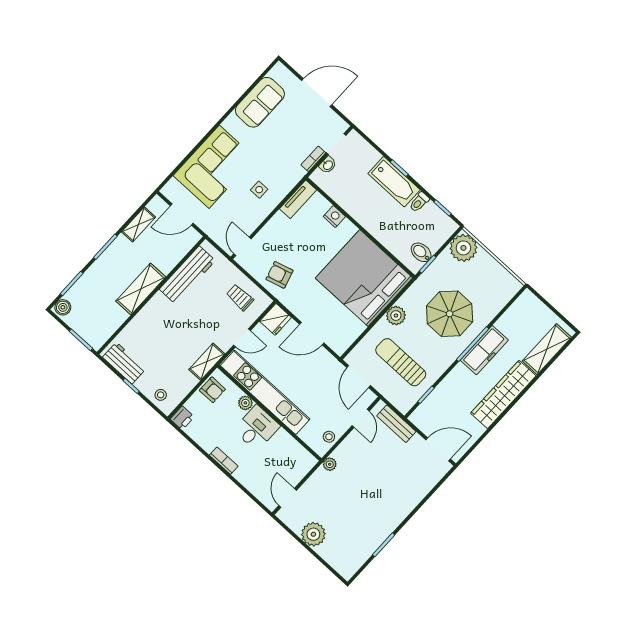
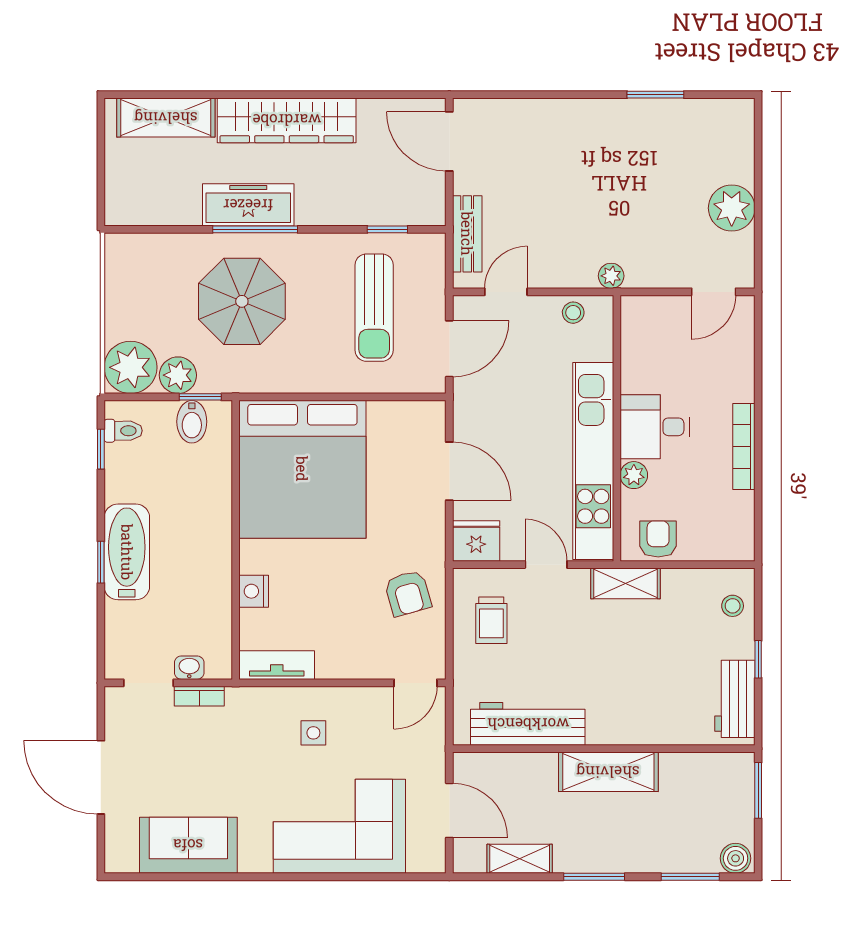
toilet: (419, 202) -> (123, 431), moved
plant: (396, 316) -> (178, 375), moved
printer: (182, 418) -> (737, 545), removed
bookcase: (224, 461) -> (744, 446), width x1.56

